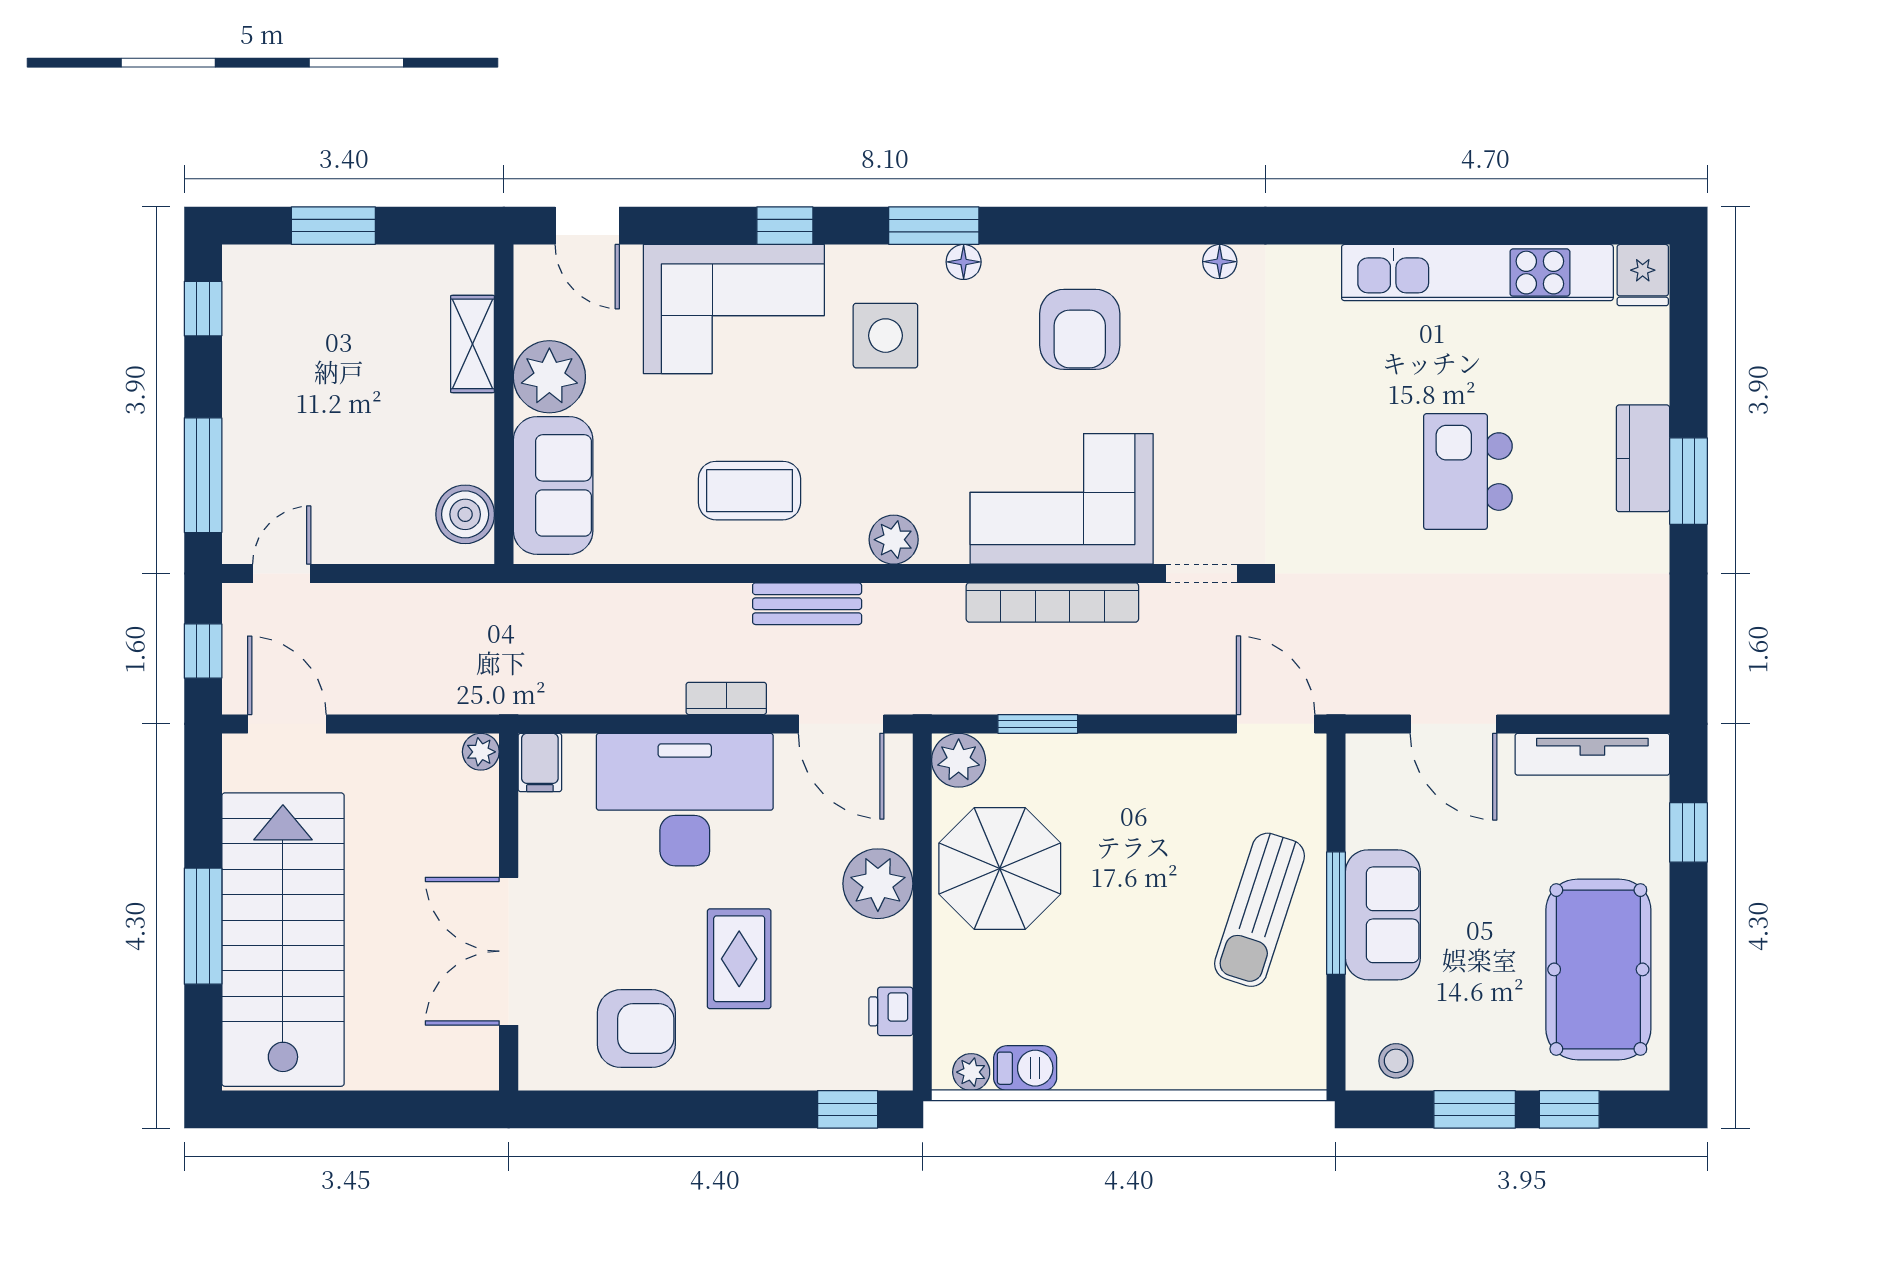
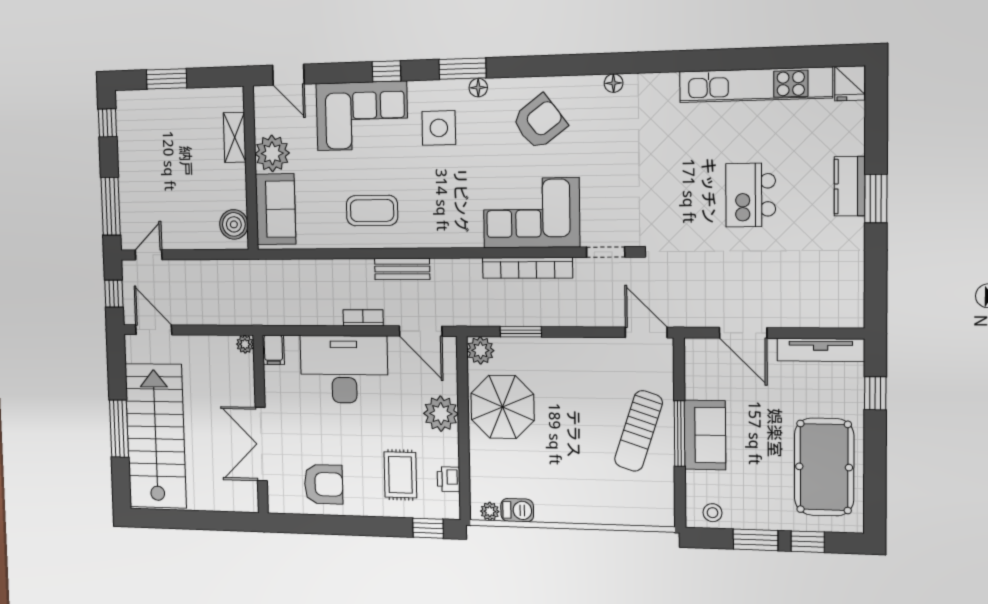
armchair: (1080, 329) -> (539, 122), turned -127
plant: (894, 540) -> (445, 235), removed
rug: (739, 959) -> (400, 475), moved

